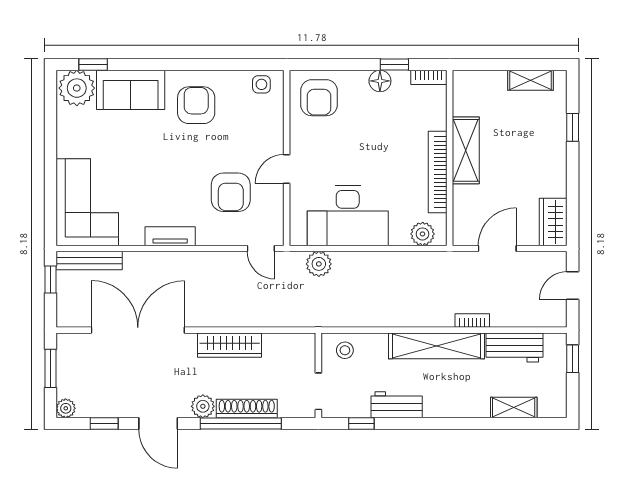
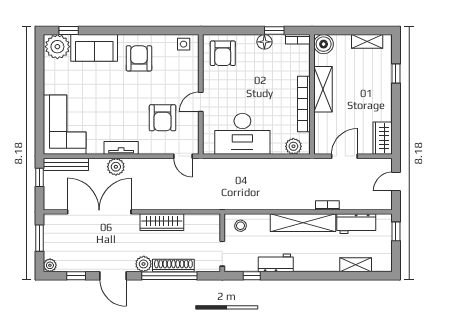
boiler: (467, 84) -> (324, 44), added
plant: (319, 264) -> (116, 167), moved

